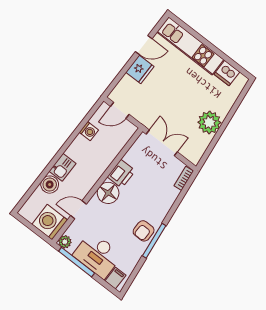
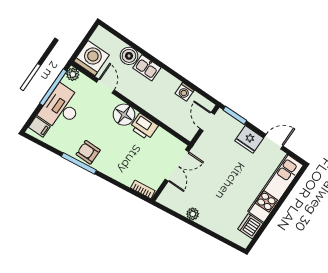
door: (144, 45) -> (273, 142), swing flipped
window: (115, 82) -> (235, 115), added
plant: (209, 122) -> (193, 214), width x0.53, depth x0.53

